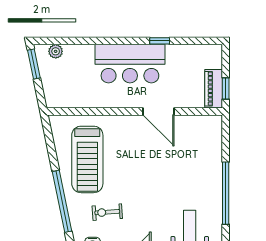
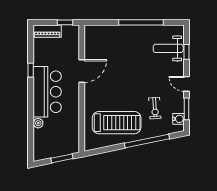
plant: (56, 51) -> (38, 123), moved
window: (34, 64) -> (62, 158), moved
piano: (214, 89) -> (47, 31), moved

